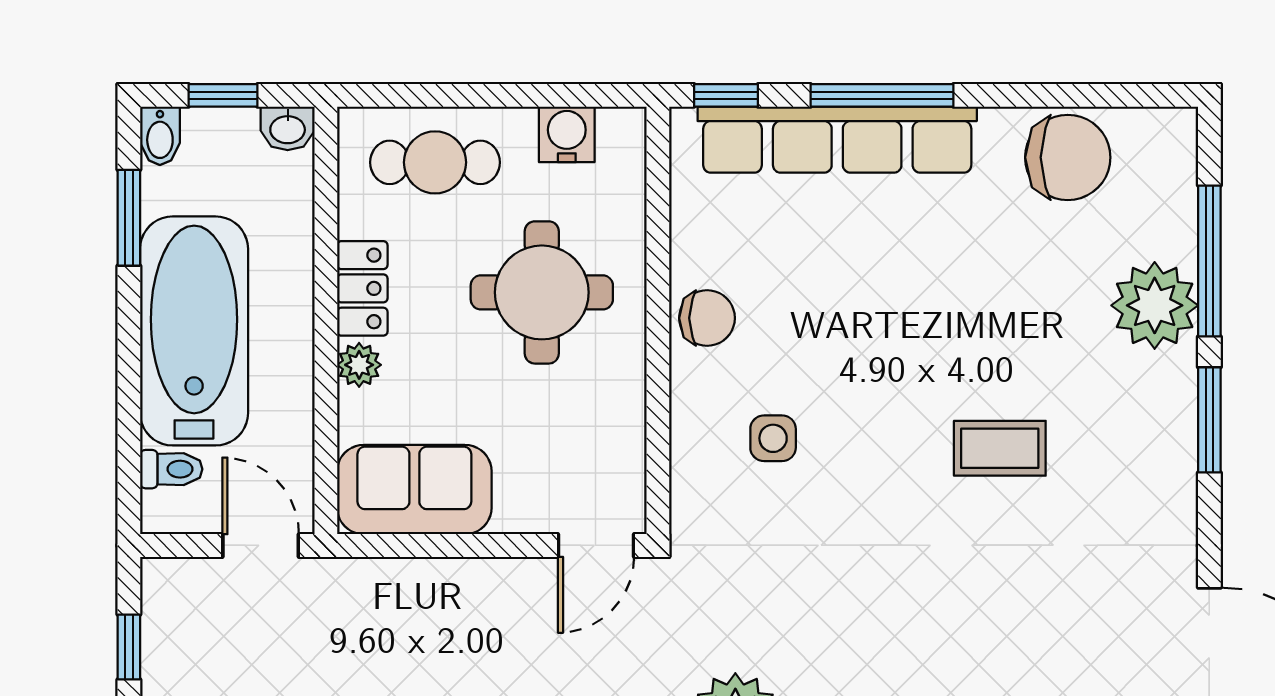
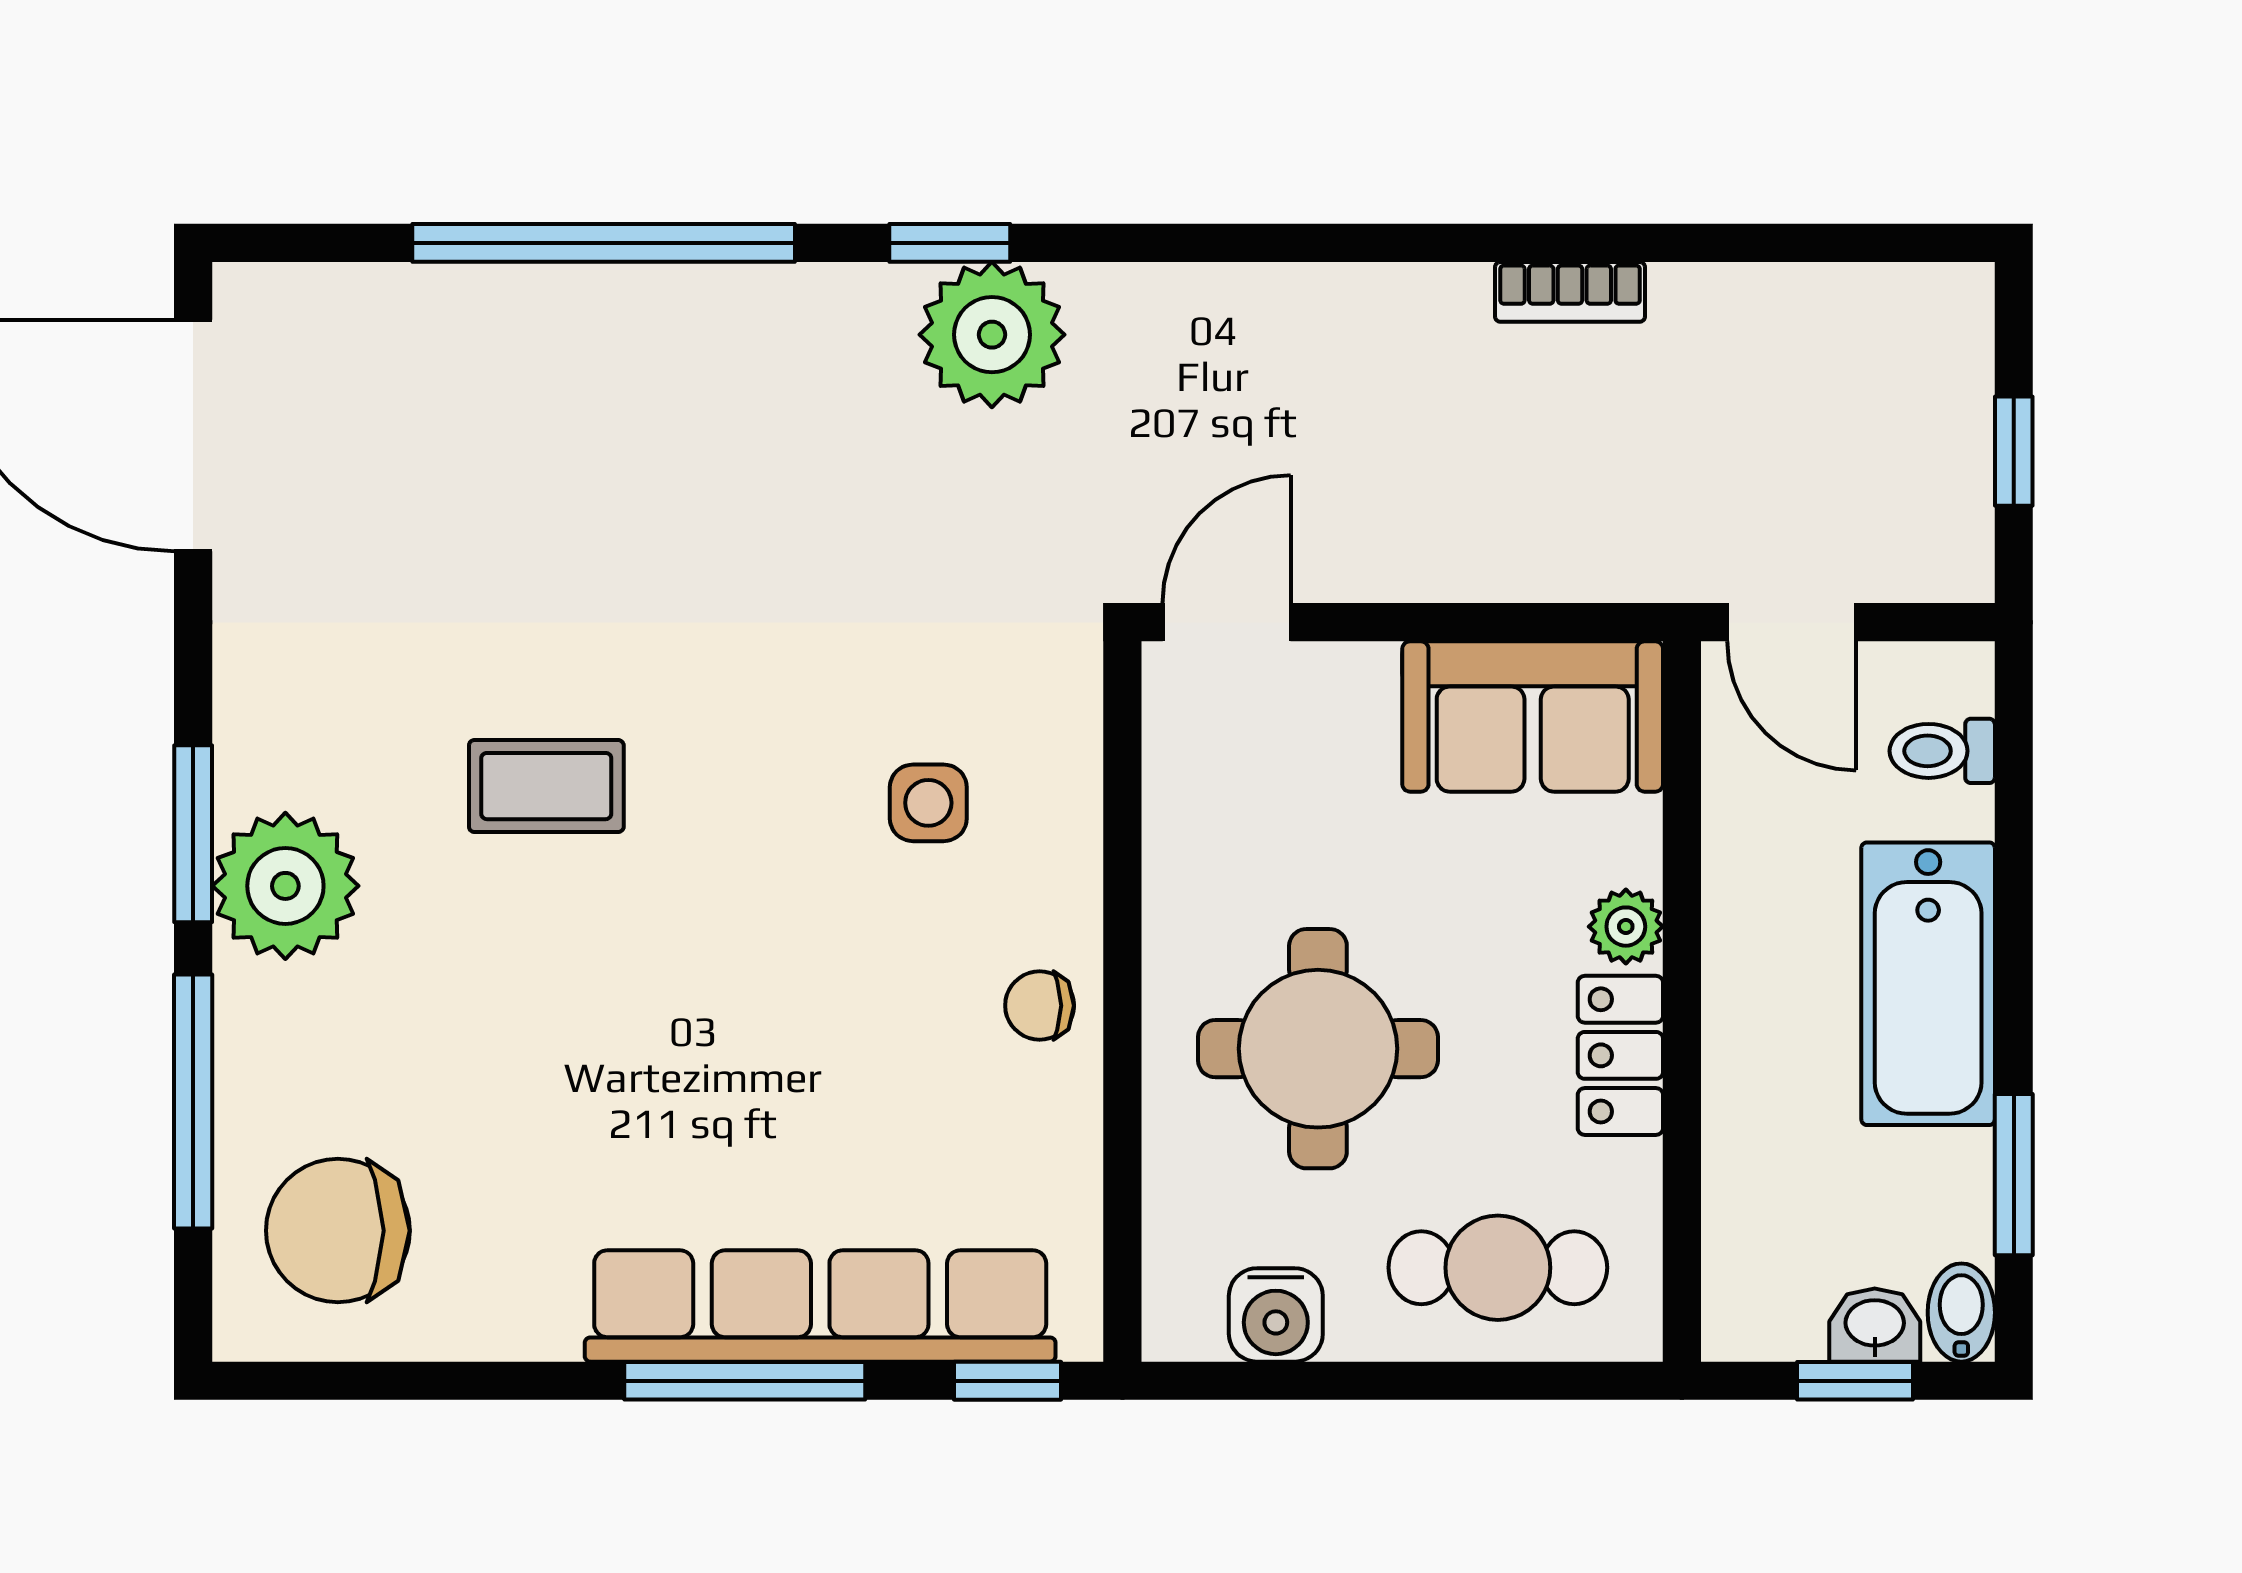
washbasin: (288, 128) -> (1875, 1325), moved
chair: (1068, 157) -> (338, 1231), moved
plant: (1155, 305) -> (285, 886), moved
chair: (707, 318) -> (1040, 1006), width x0.73, depth x0.73
bathtub: (194, 331) -> (1928, 984), width x0.73, depth x0.73

